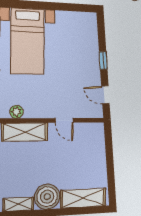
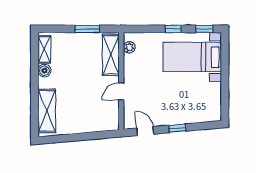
door: (105, 95) -> (145, 131), hinge flipped
boiler: (47, 197) -> (44, 71), width x0.54, depth x0.54

